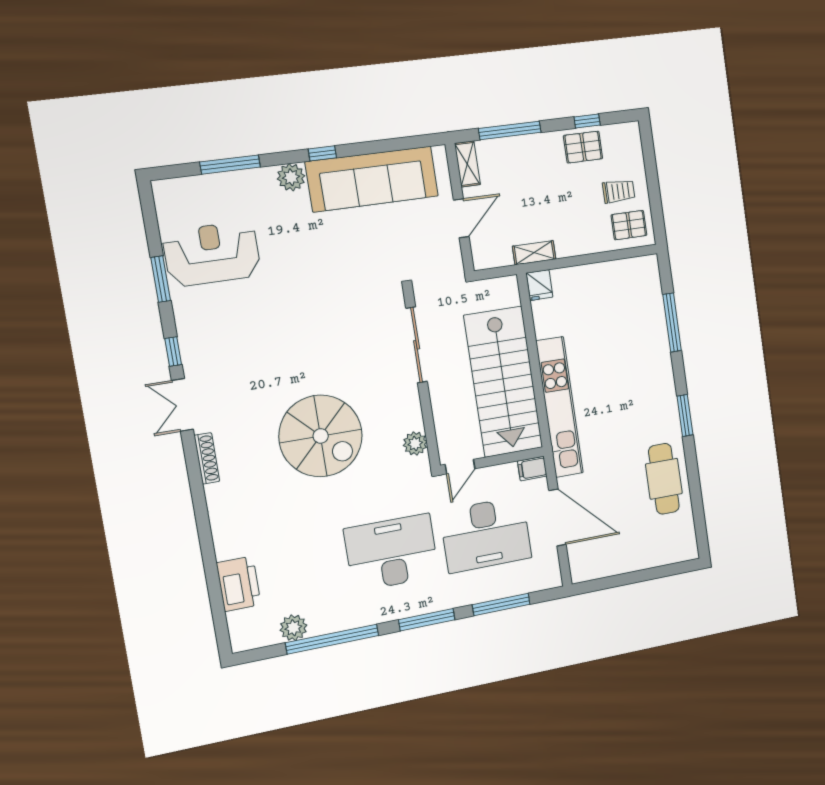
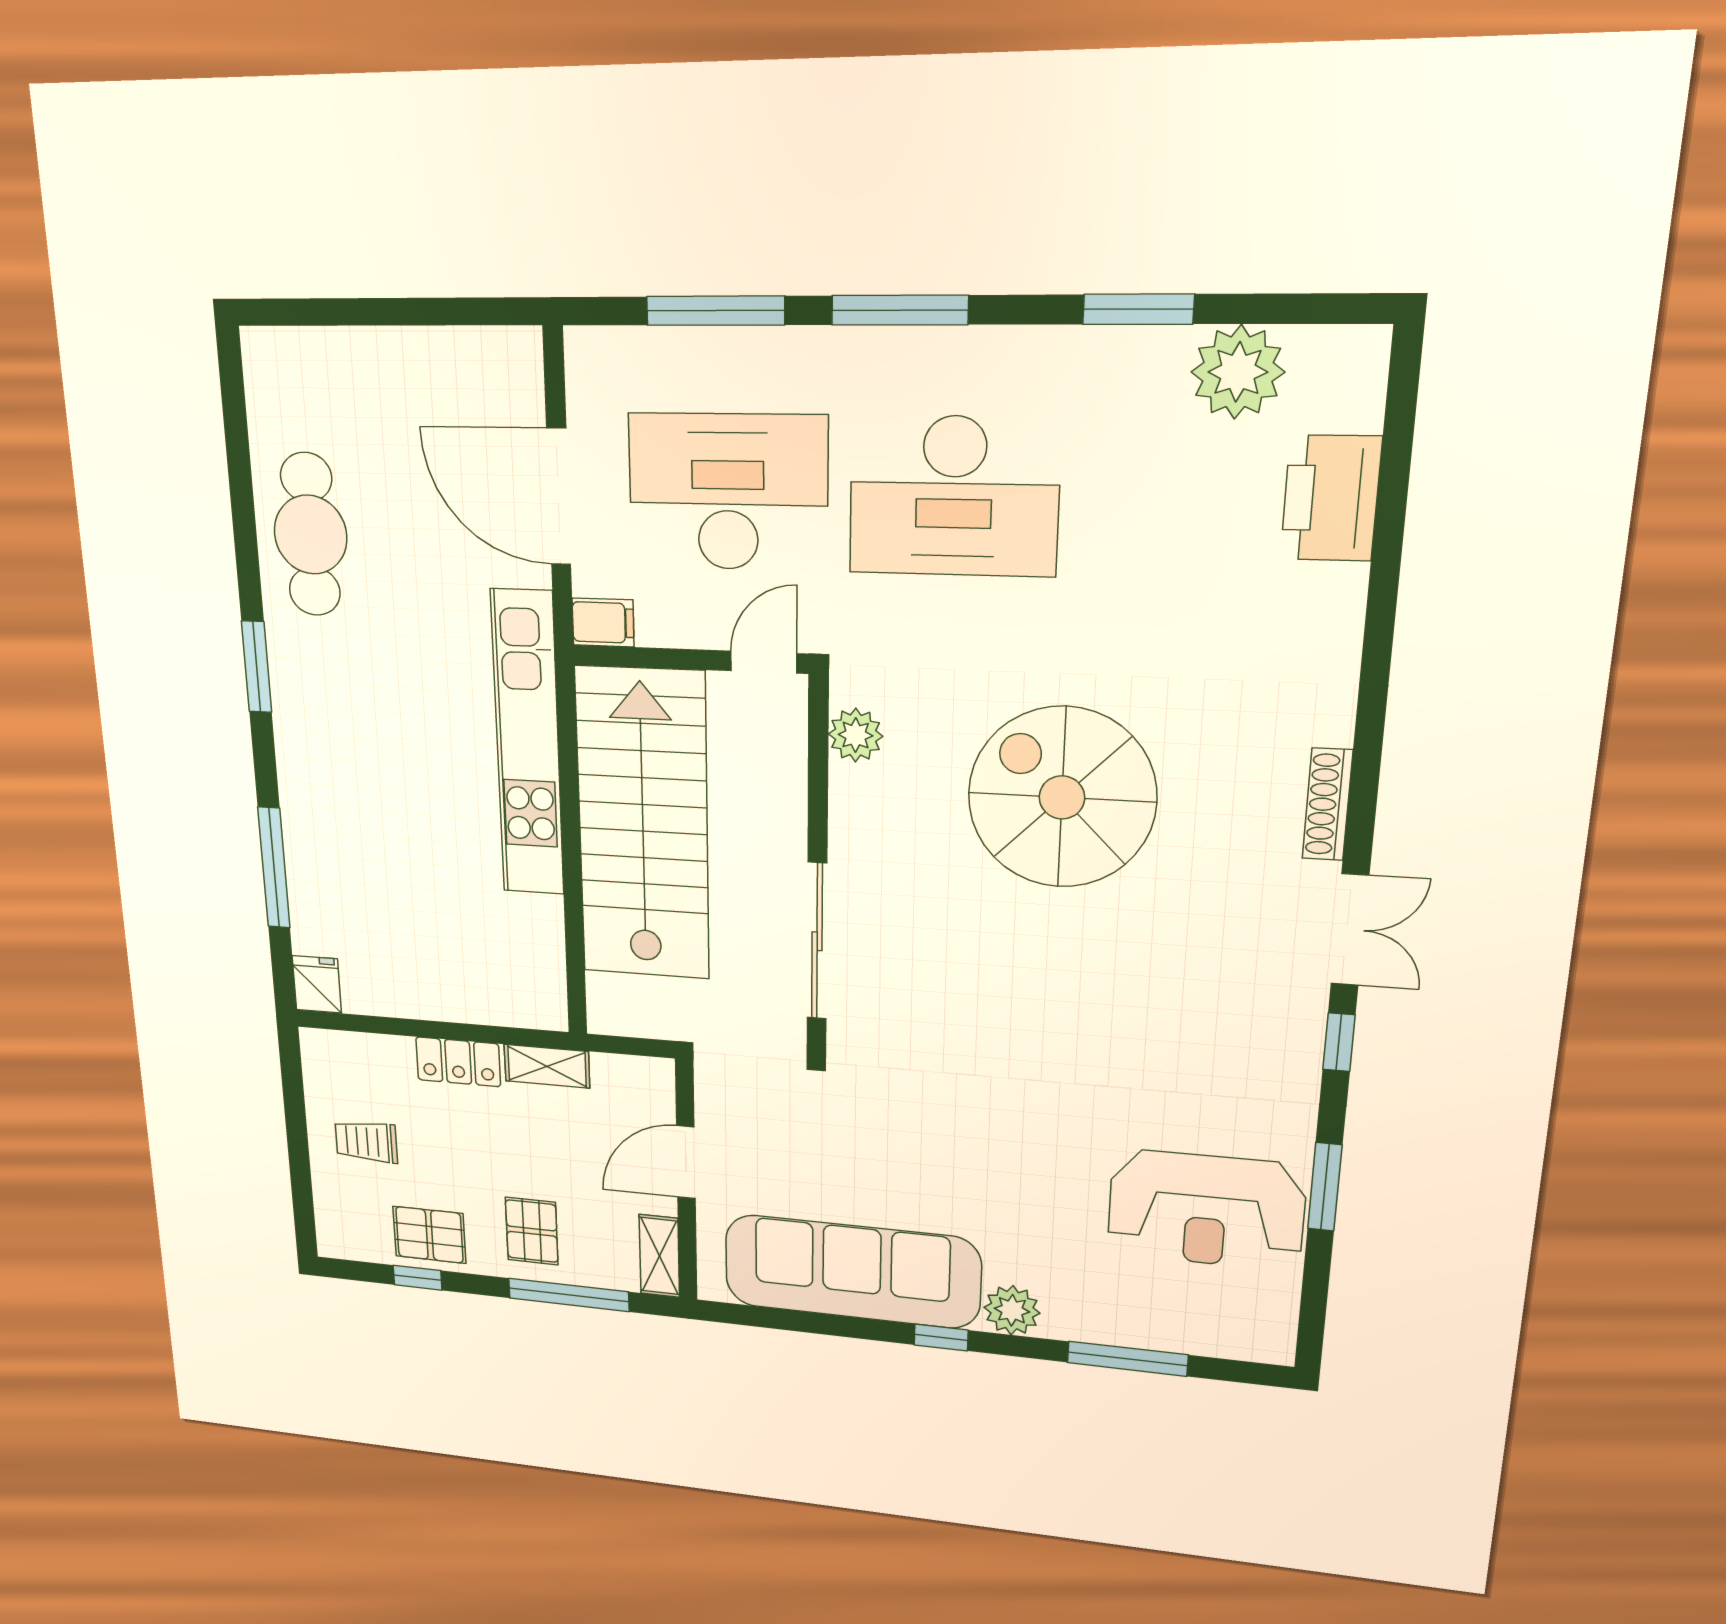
pallet: (629, 225) -> (532, 1231), moved, turned 90
locker: (577, 245) -> (458, 1062), added
fridge: (540, 285) -> (317, 984), moved
plant: (293, 628) -> (1238, 372), width x1.36, depth x1.36
window: (332, 639) -> (1138, 309), width x0.47

